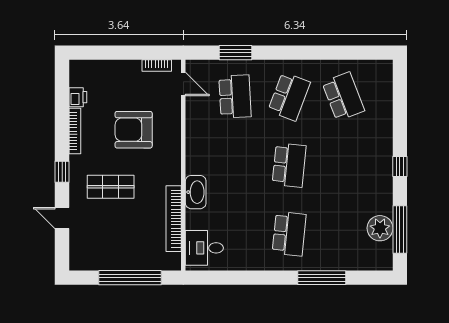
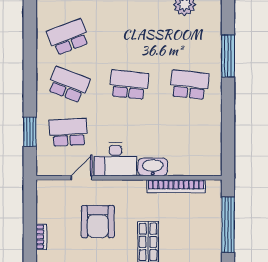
bookcase: (157, 66) -> (41, 237), moved
door: (183, 84) -> (82, 178), moved
desk: (204, 248) -> (115, 159), moved, width x1.37

